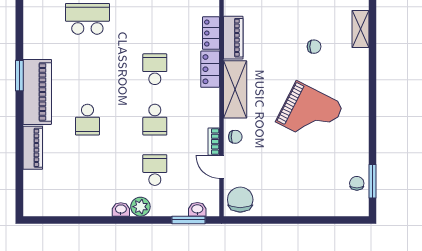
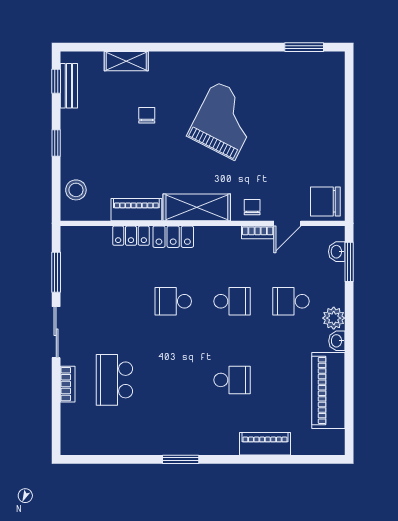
piano: (37, 92) -> (328, 390), moved, turned -90
chair: (357, 183) -> (306, 65), removed

